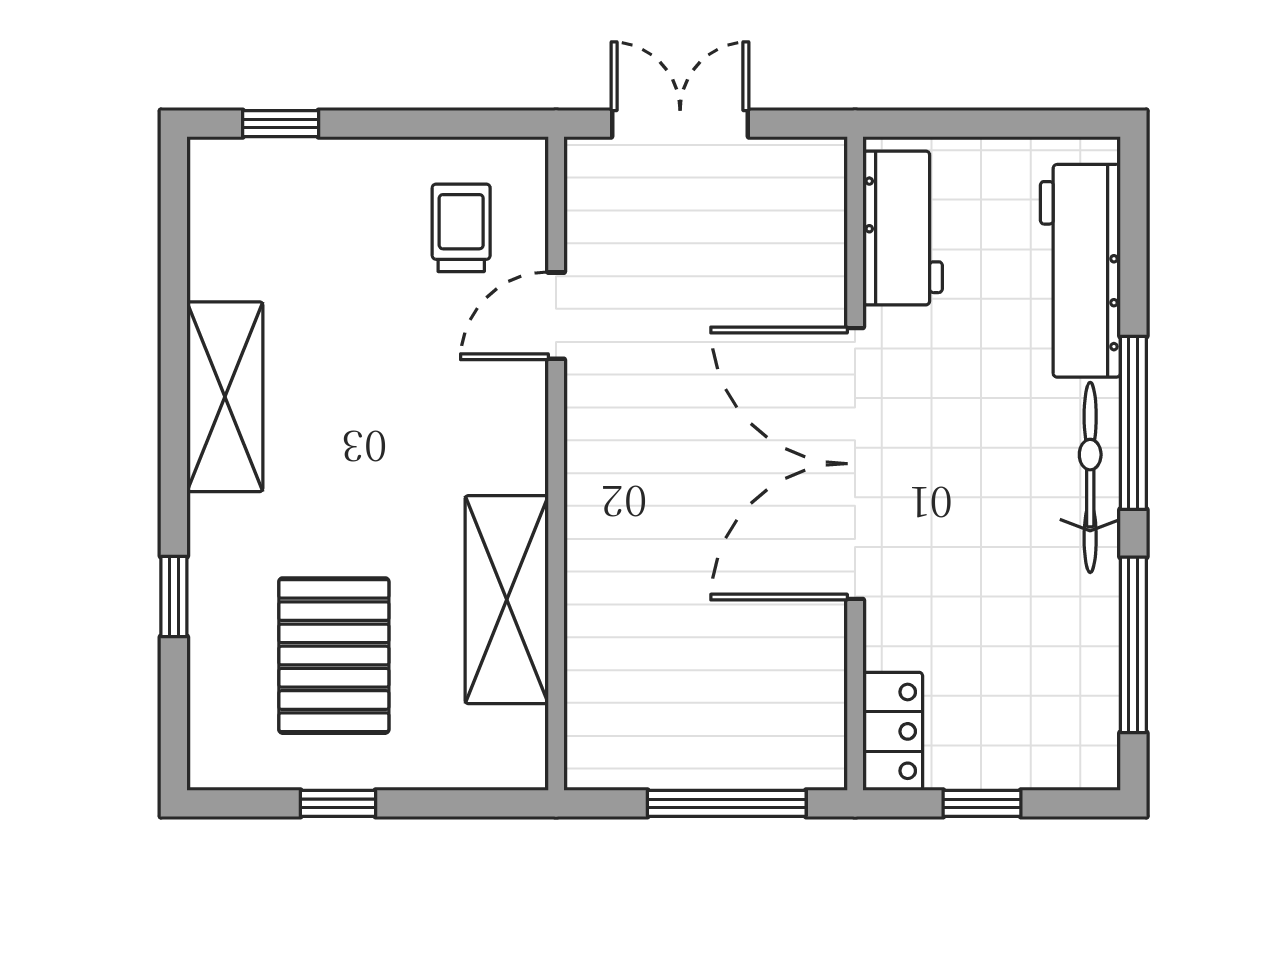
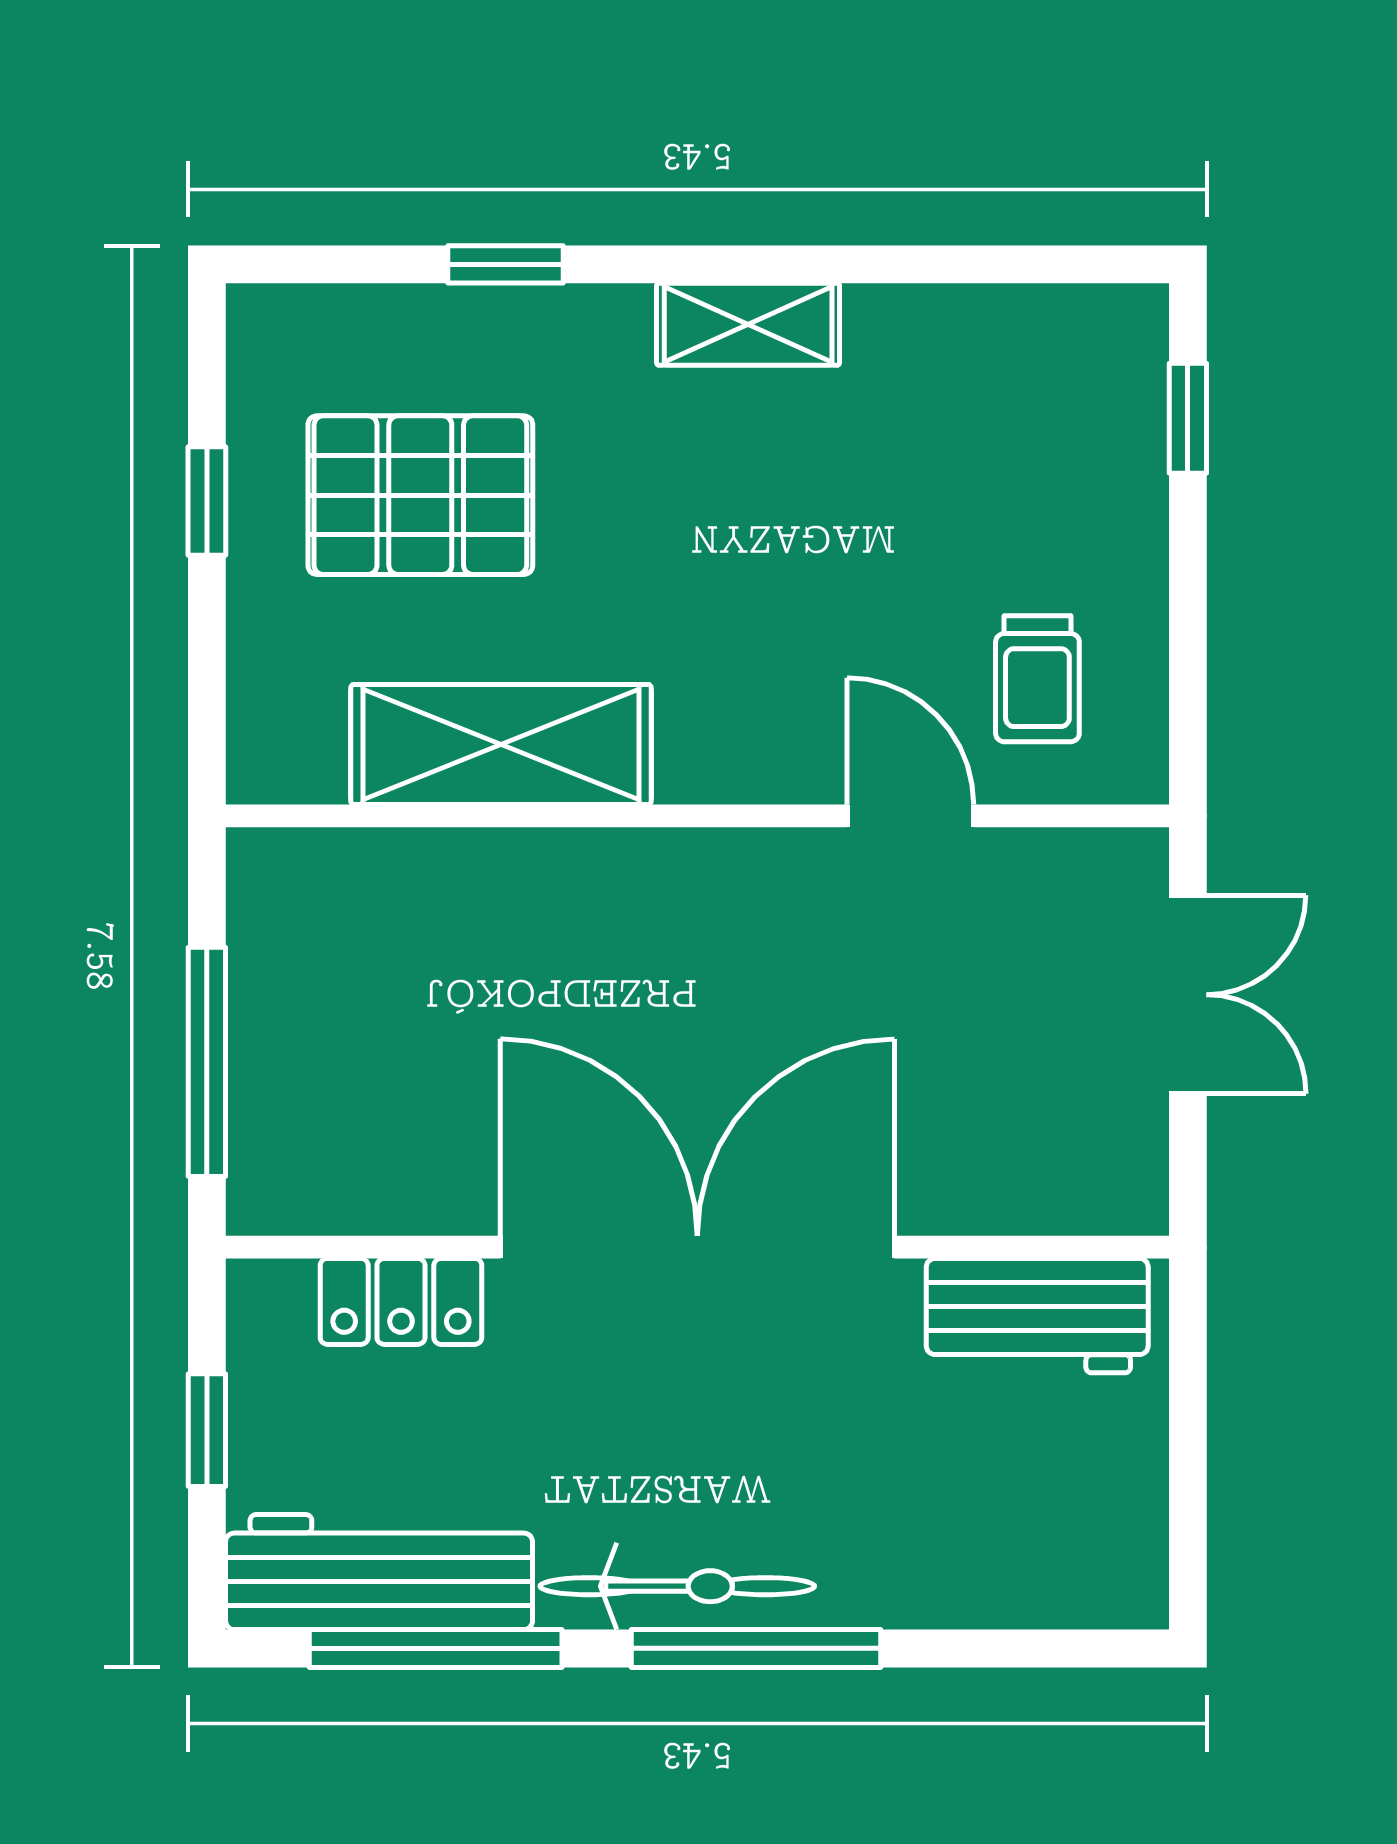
trolley: (461, 228) -> (1037, 679), turned 90
workbench: (1080, 271) -> (379, 1572), moved
shelving: (225, 397) -> (748, 324), width x0.67, depth x0.75
locker: (893, 731) -> (401, 1301), moved

